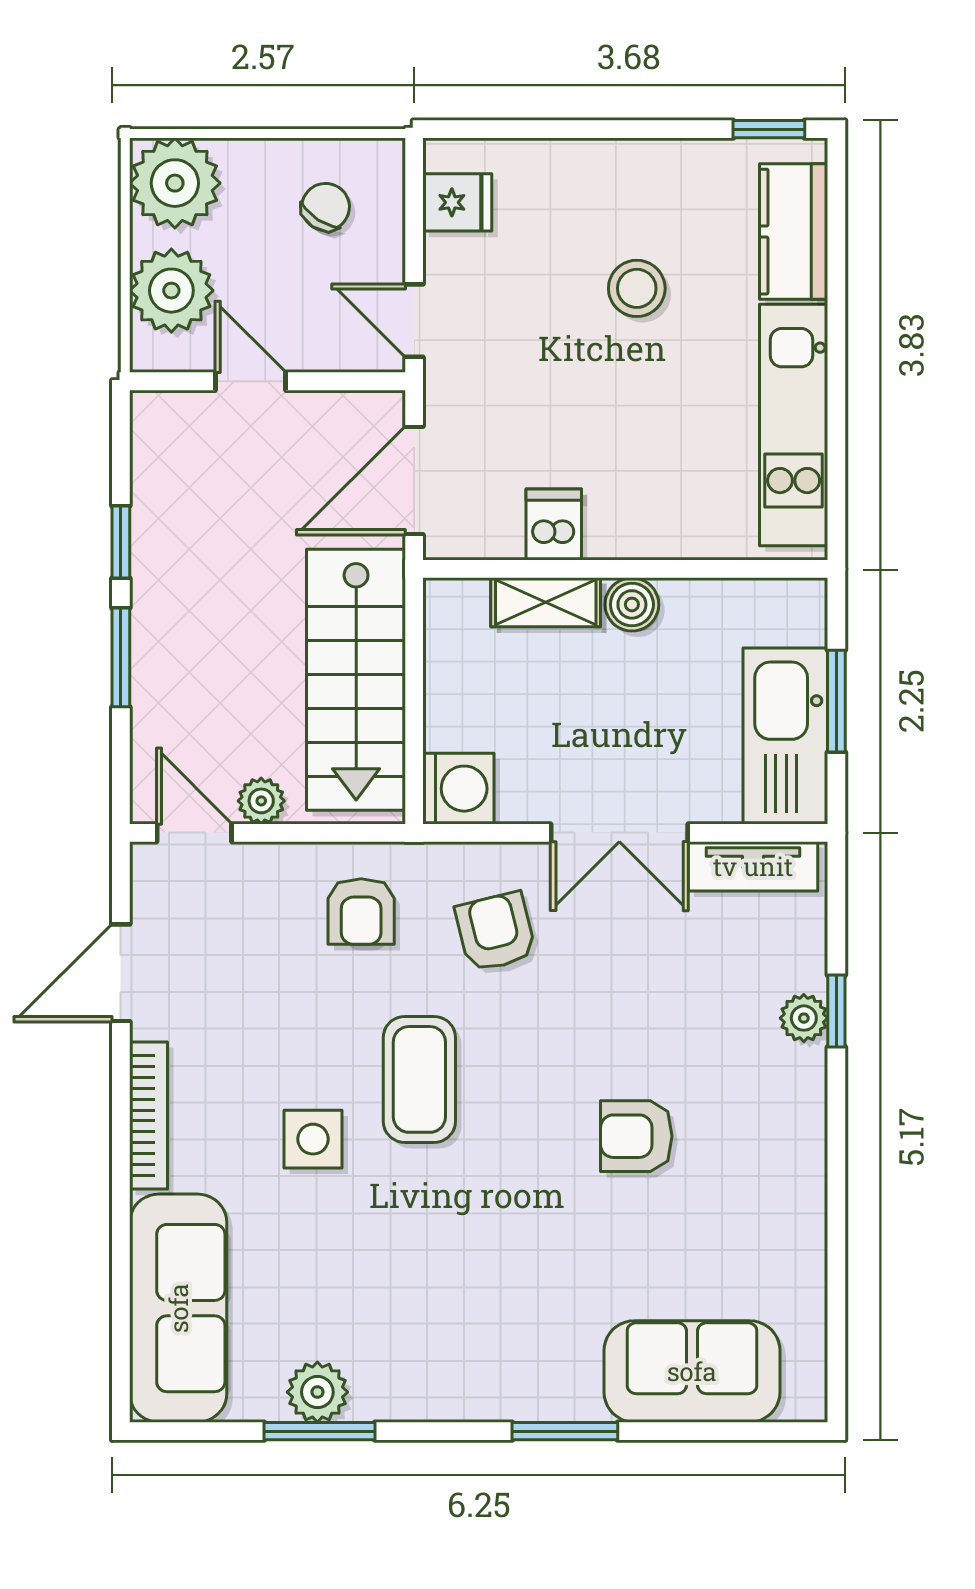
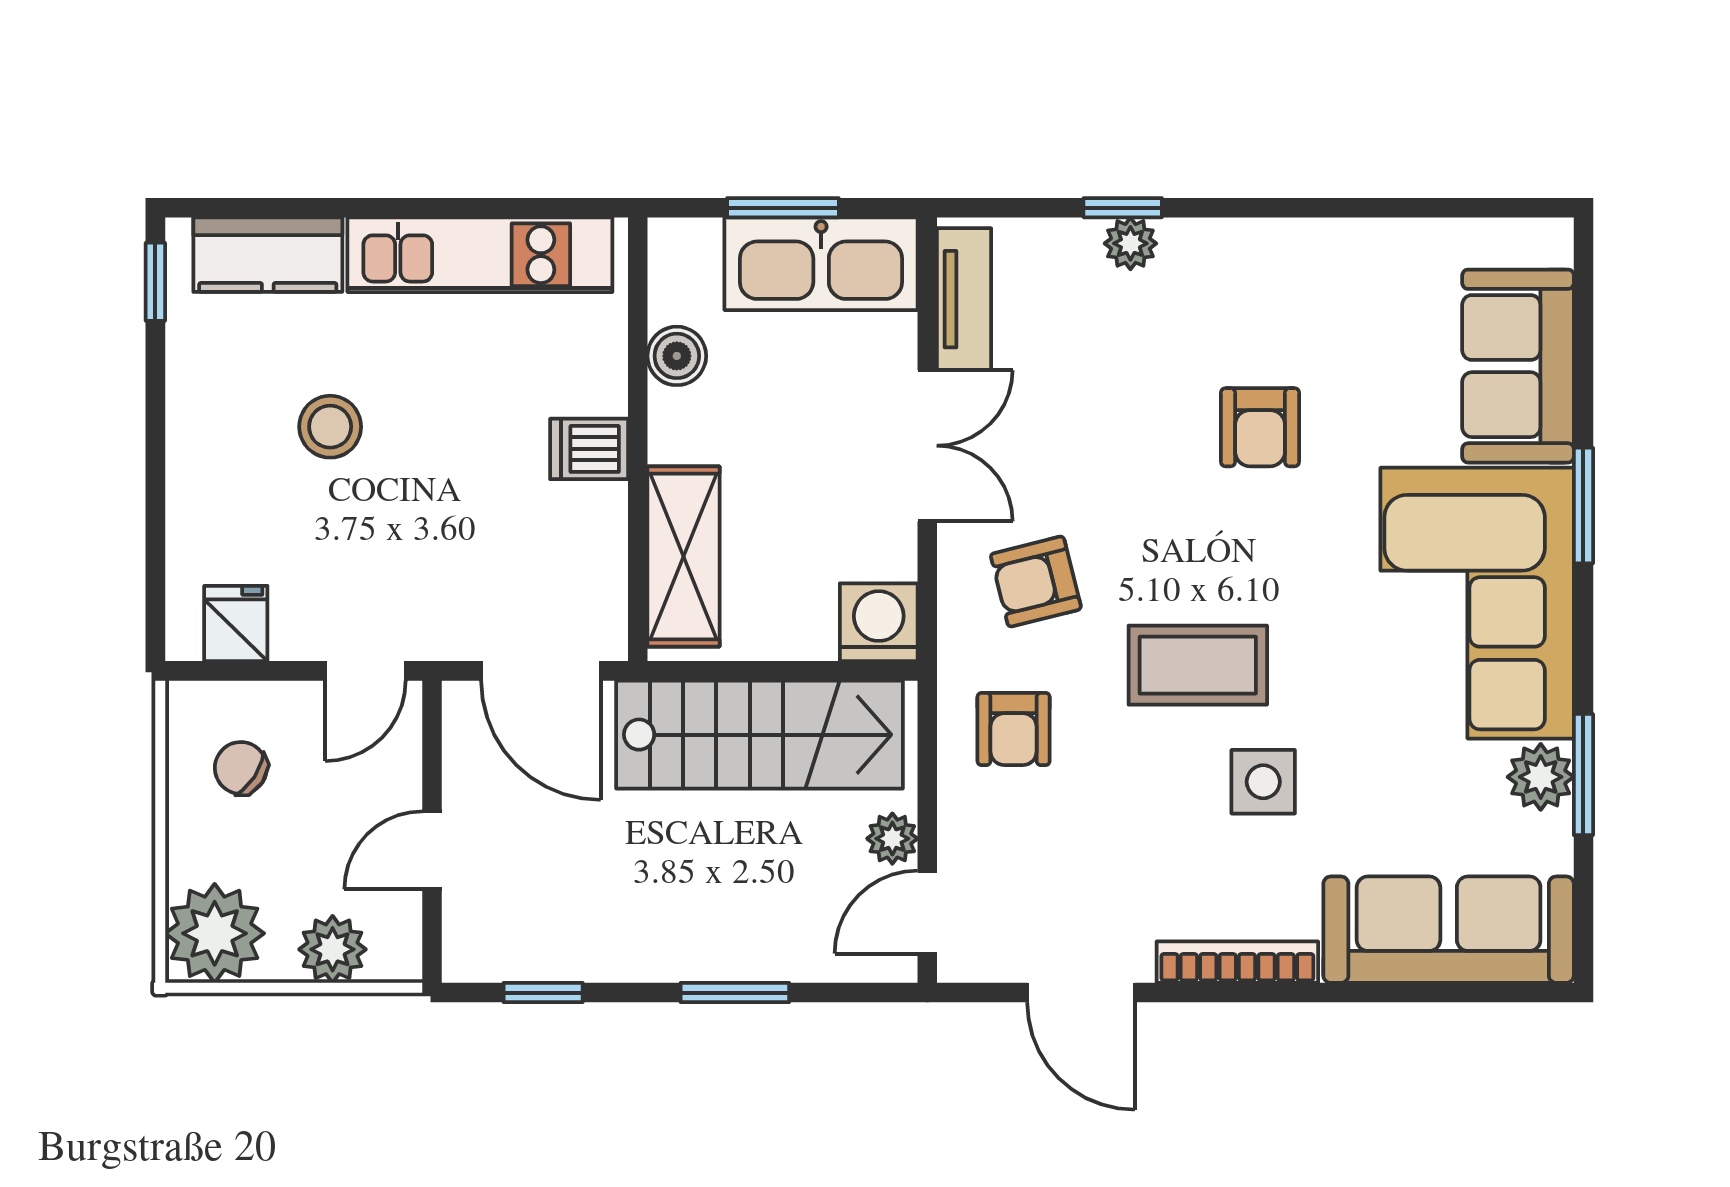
plant: (171, 291) -> (333, 949), width x0.73, depth x0.73
dishwasher: (554, 525) -> (589, 449), moved
window: (121, 542) -> (543, 993), moved
shelving: (546, 602) -> (684, 557), width x1.50, depth x1.33
boiler: (632, 604) -> (677, 356), moved
armchair: (361, 911) -> (1014, 729), turned 90
corner sofa: (476, 1334) -> (1477, 603), added

